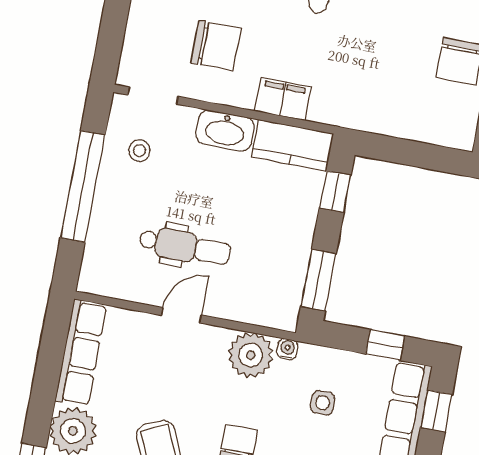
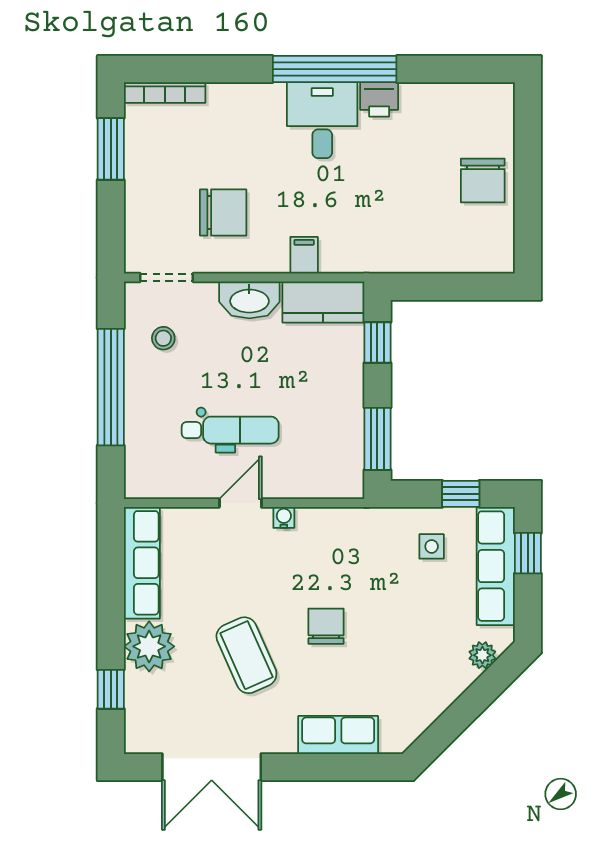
filing cabinet: (283, 99) -> (304, 255), width x0.50
water cooler: (287, 349) -> (284, 517), moved
plant: (251, 355) -> (321, 531), removed
side table: (323, 403) -> (432, 546), moved

